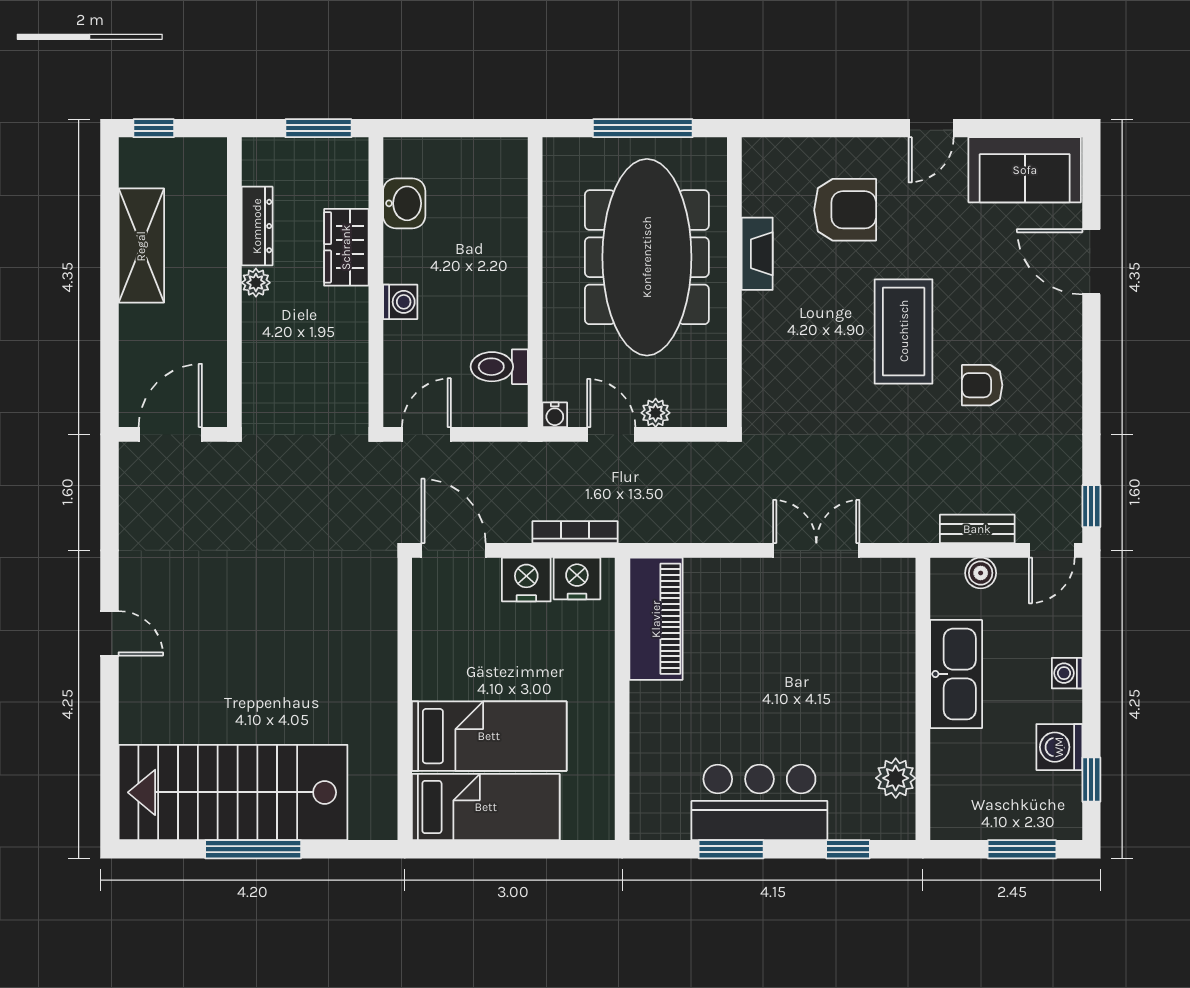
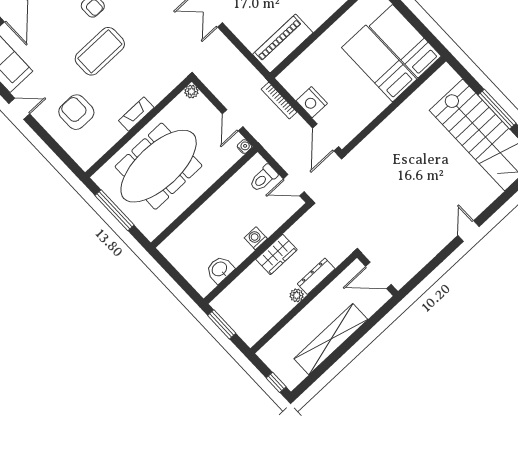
dresser: (257, 226) -> (316, 276), moved
shelving: (141, 246) -> (331, 339), width x1.47
wardrobe: (346, 247) -> (276, 254), moved
fireplace: (757, 254) -> (136, 114), moved
toilet: (499, 367) -> (263, 178), moved, turned 90
plant: (656, 413) -> (191, 92), moved
nightstand: (577, 578) -> (295, 85), removed

